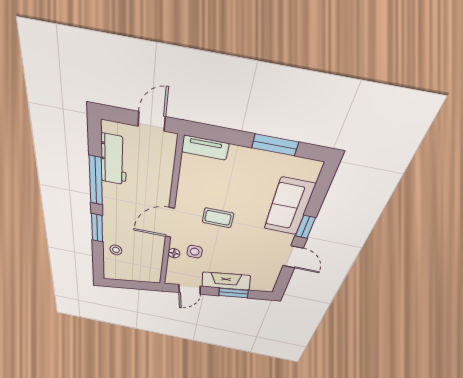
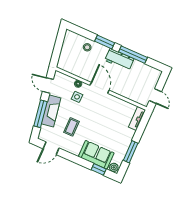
workbench: (114, 160) -> (119, 60), moved
plant: (311, 171) -> (114, 167), added
coffee table: (218, 218) -> (71, 127), moved
window: (305, 227) -> (99, 169), moved
door: (293, 257) -> (51, 148), moved
window: (233, 293) -> (40, 114), width x1.44

